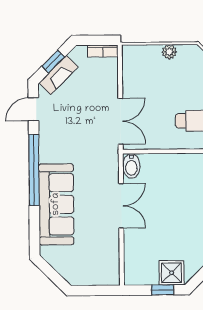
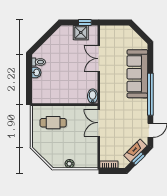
double door: (121, 206) -> (99, 59), moved
shower: (172, 273) -> (81, 33), moved
window: (163, 290) -> (85, 22), moved

